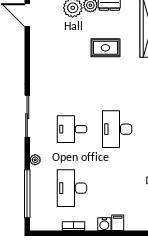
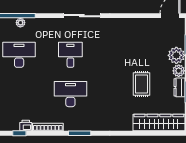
plant: (35, 160) -> (20, 23), moved

